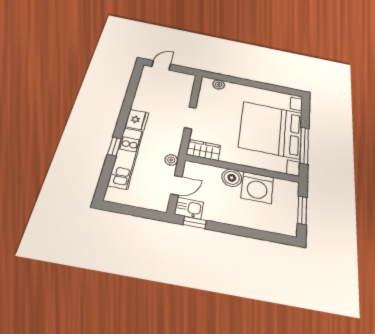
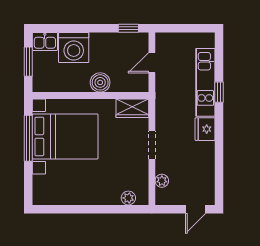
bed with nightstands: (271, 130) -> (65, 136), width x0.73
plant: (171, 160) -> (162, 181), moved
washing machine: (257, 187) -> (74, 47), moved, turned 180
kitchen sink: (189, 208) -> (45, 41), moved

